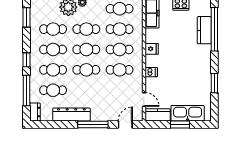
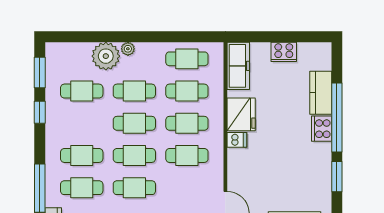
window: (214, 29) -> (337, 117), moved
cafe table: (53, 49) -> (134, 188), moved
fridge: (152, 49) -> (241, 114), width x1.88, depth x1.34
cooker: (205, 53) -> (322, 129), added
window: (27, 60) -> (40, 112), moved
dishwasher: (151, 72) -> (237, 140), moved

